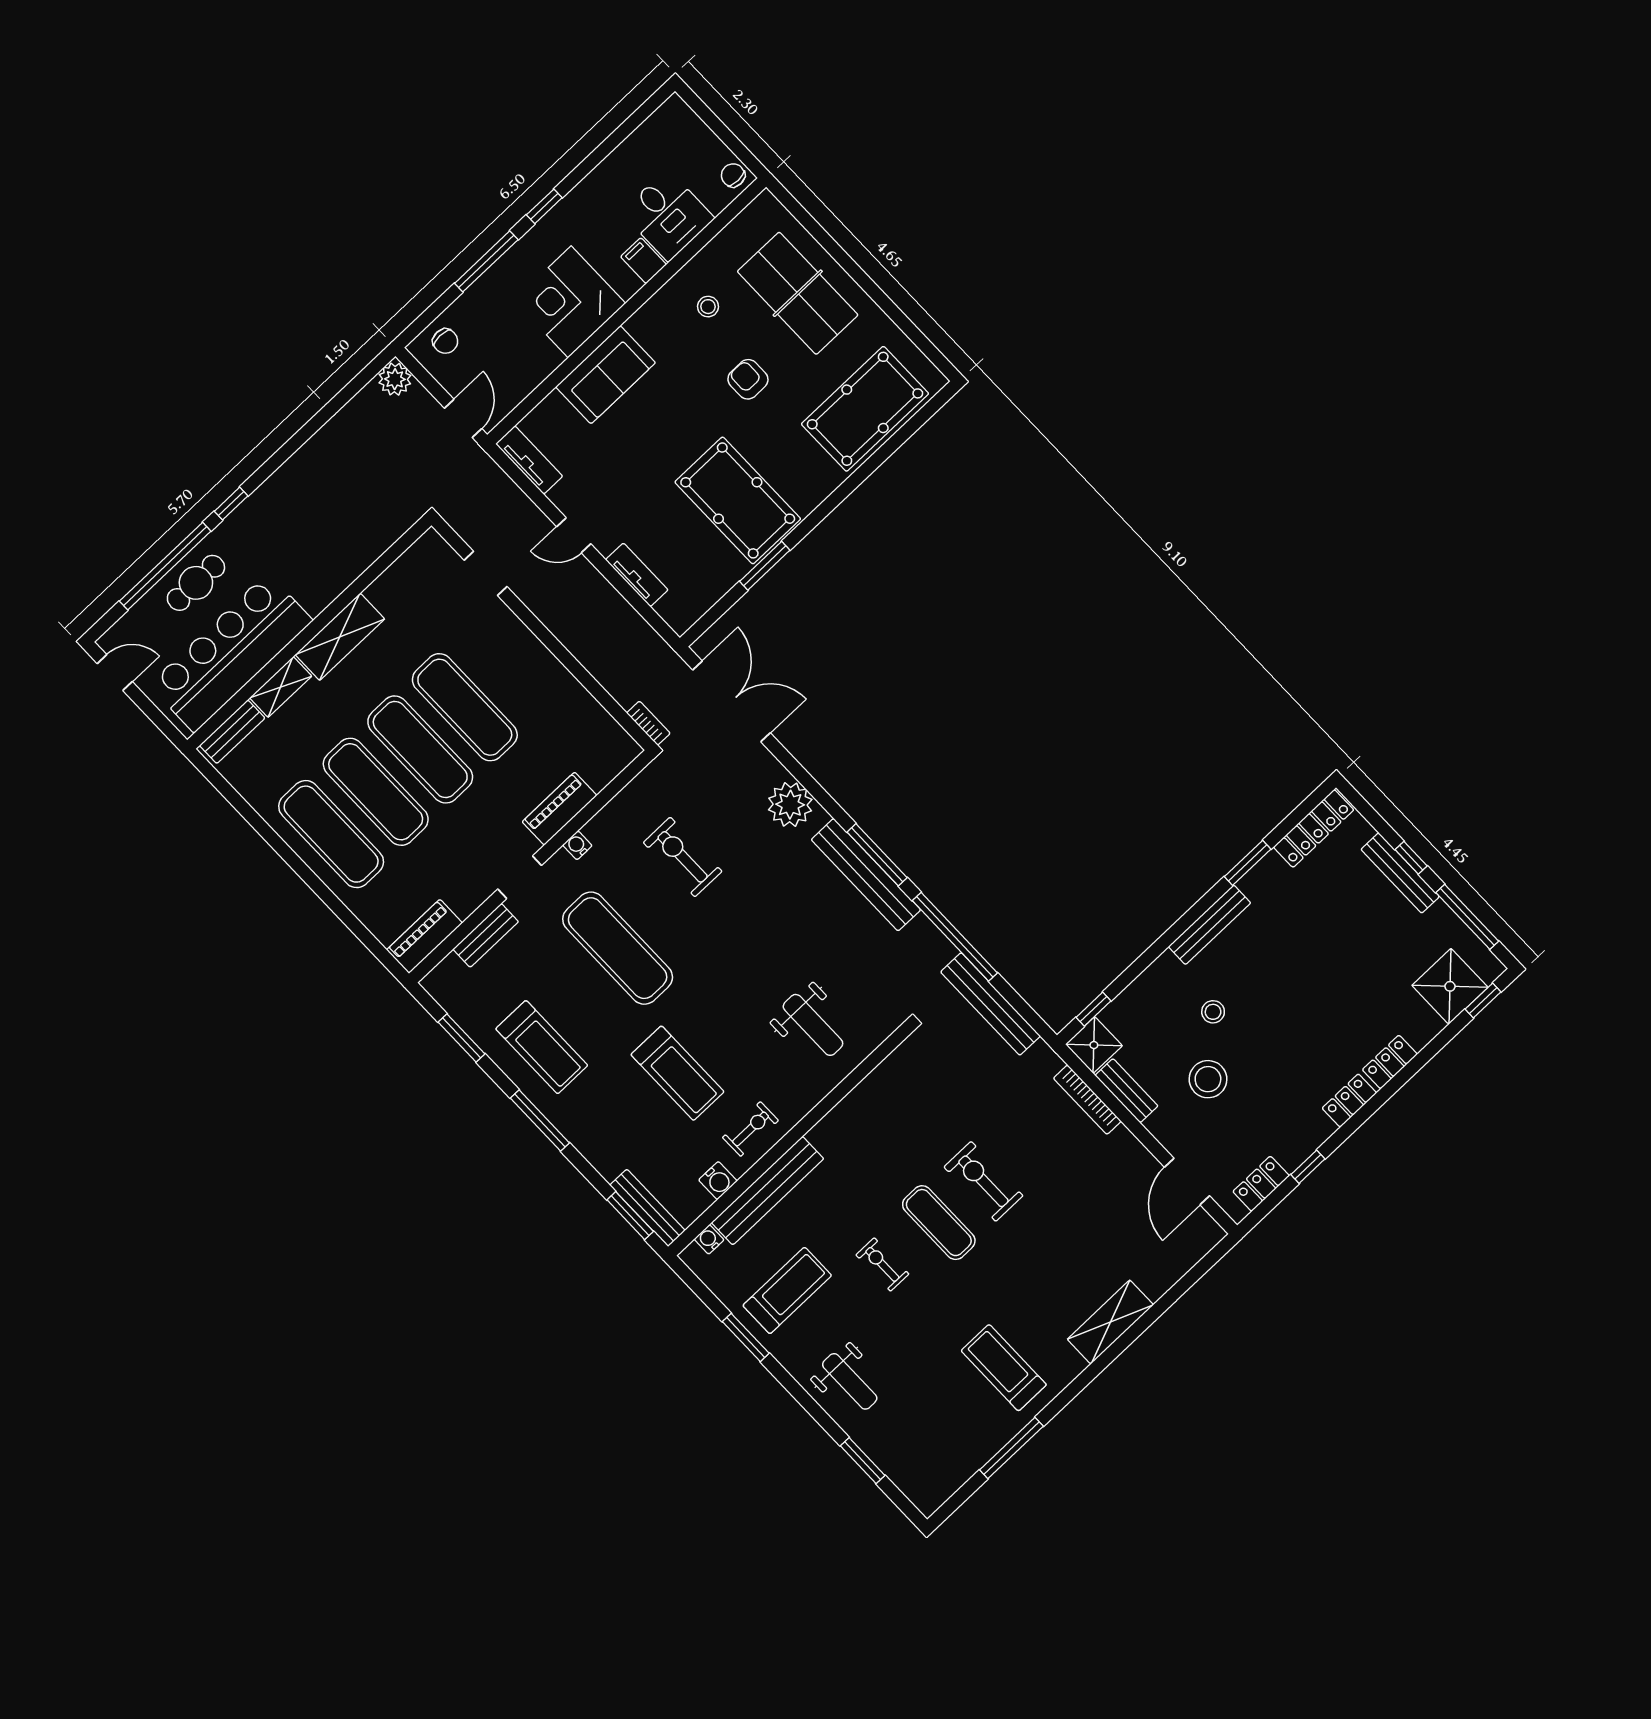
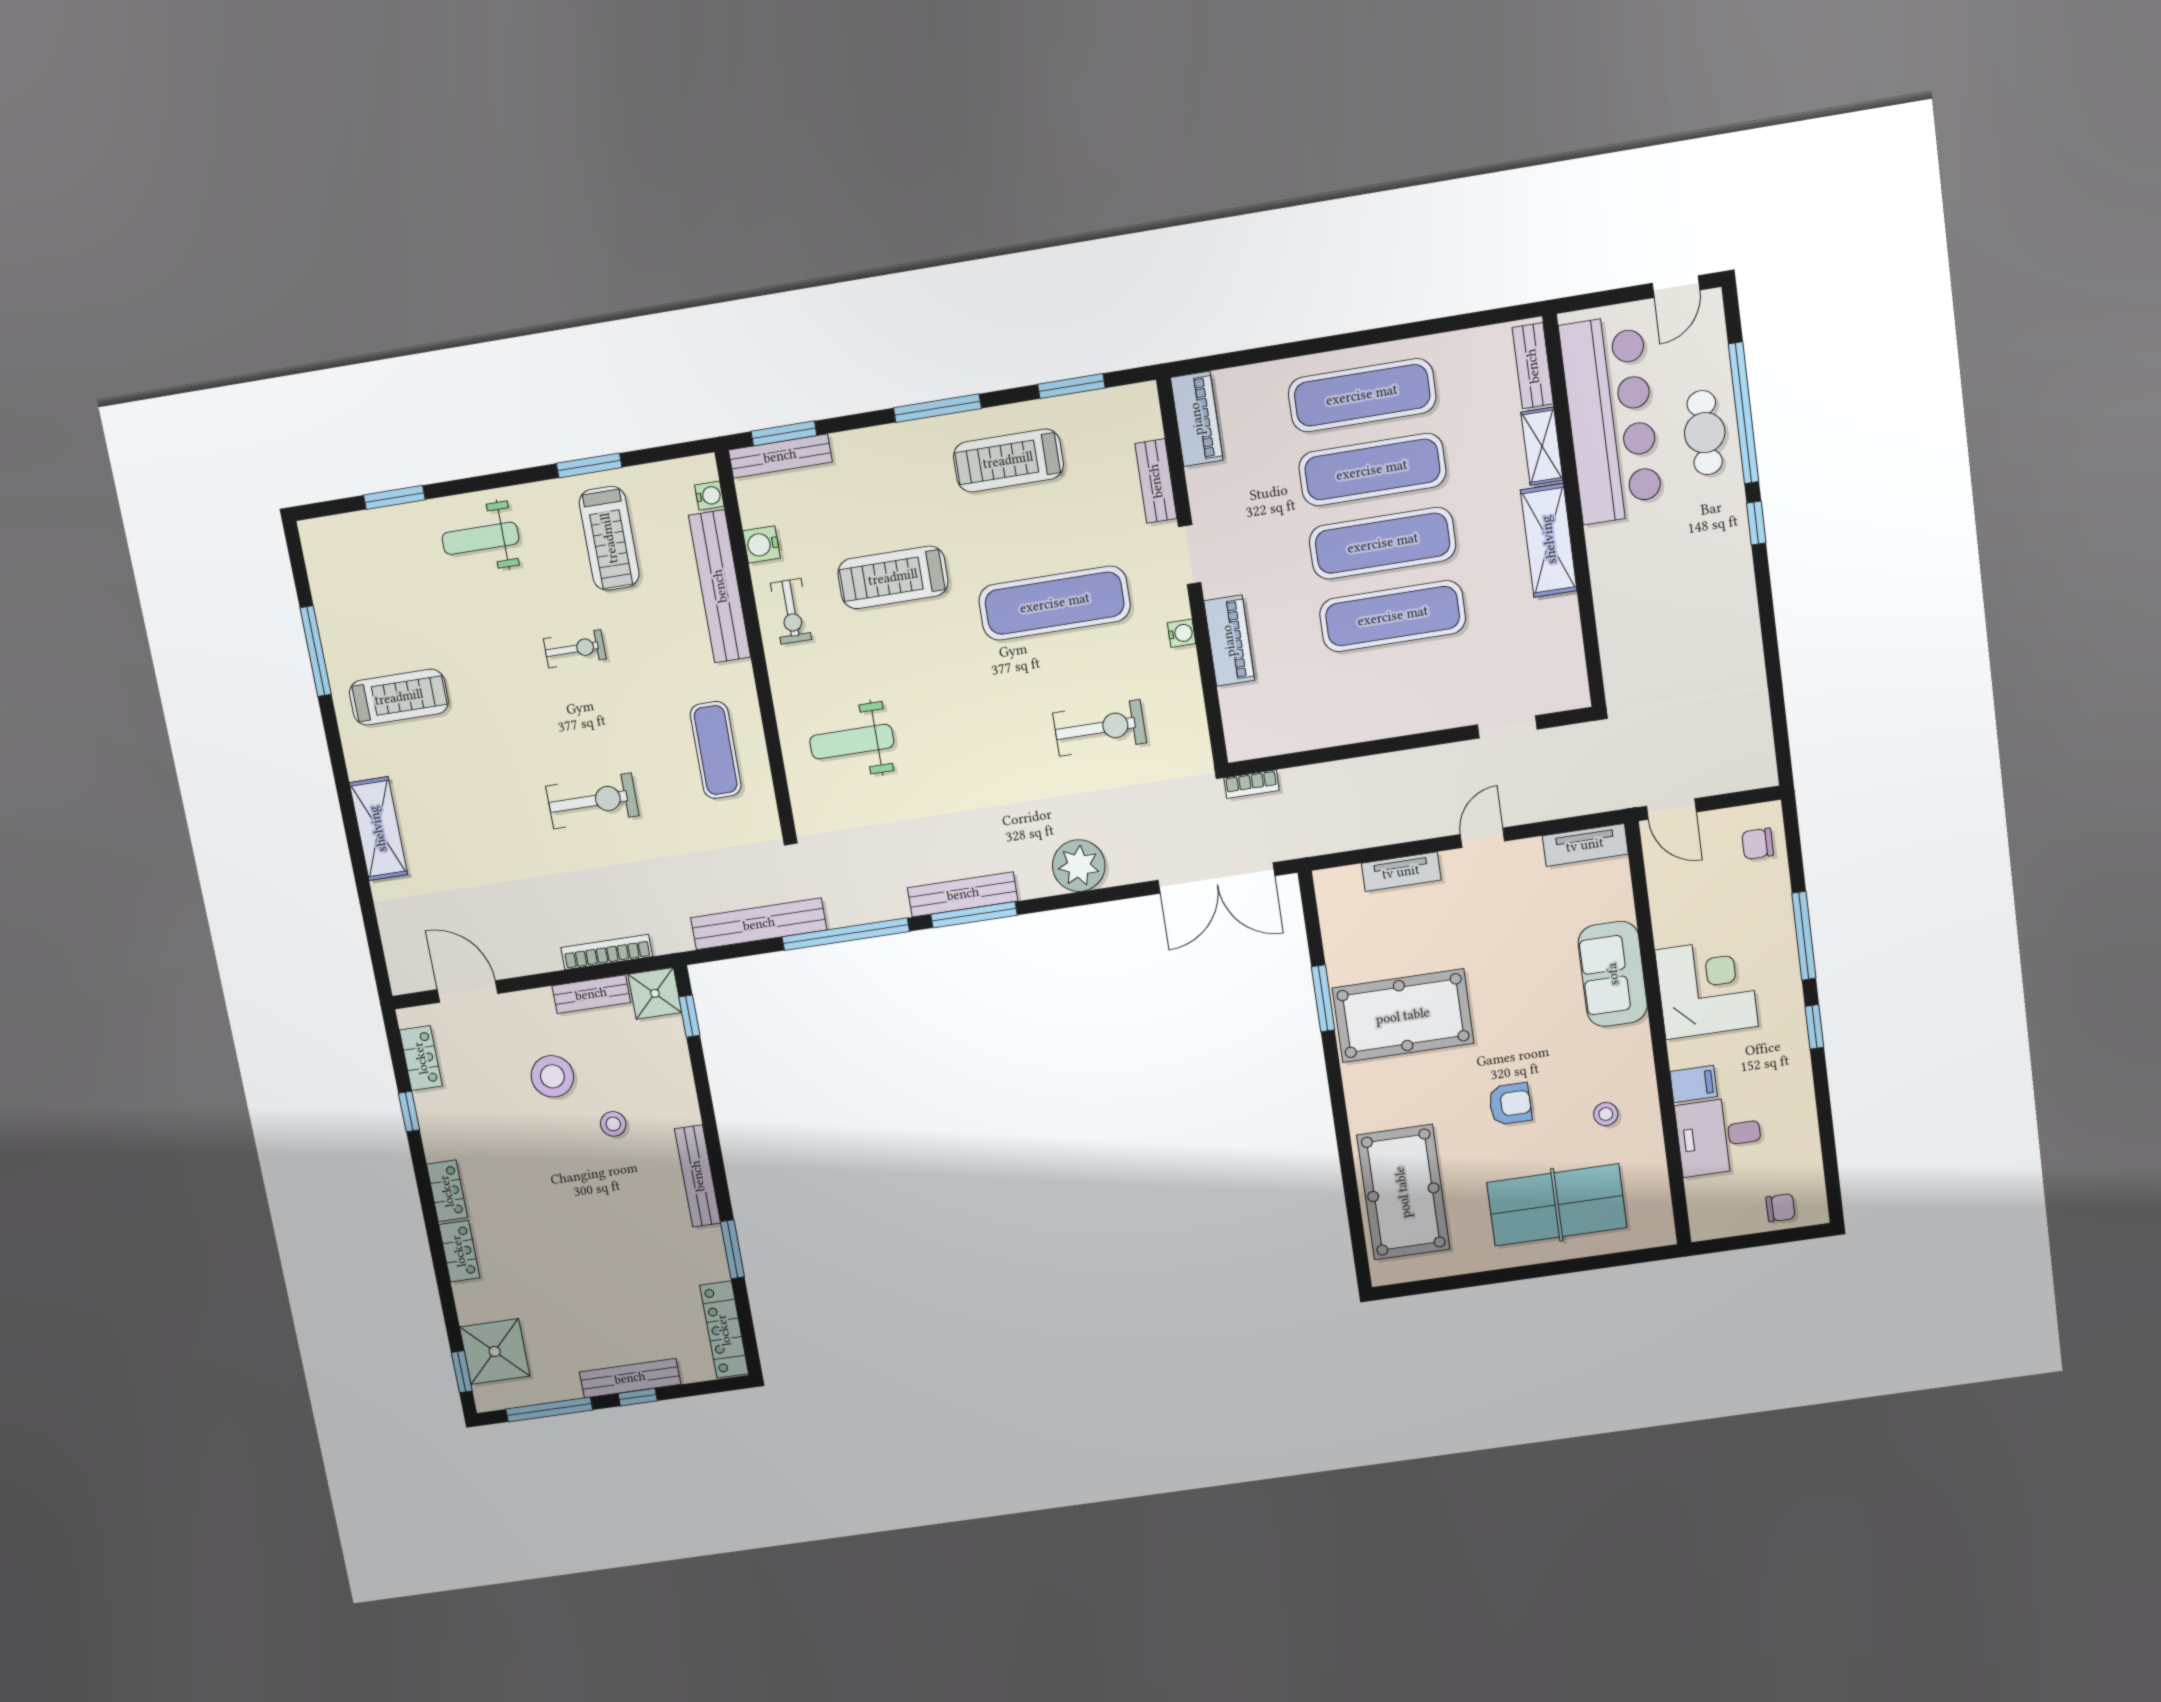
chair: (733, 175) -> (1780, 1208), moved
plant: (395, 379) -> (1758, 769), removed
bench: (866, 875) -> (963, 894), width x0.73, depth x0.82
exercise mat: (939, 1223) -> (716, 750), moved, turned 90

